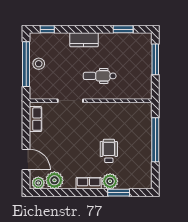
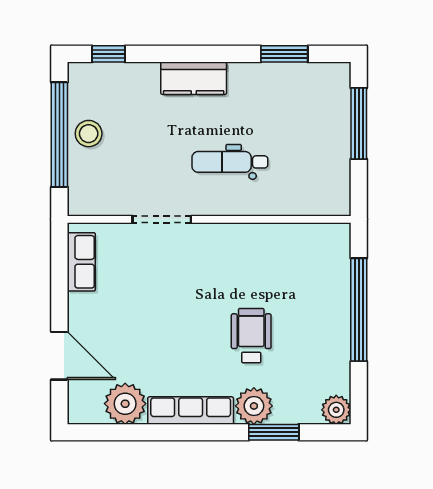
plant: (38, 183) -> (336, 410), moved
row of seats: (89, 183) -> (191, 411), width x1.48

